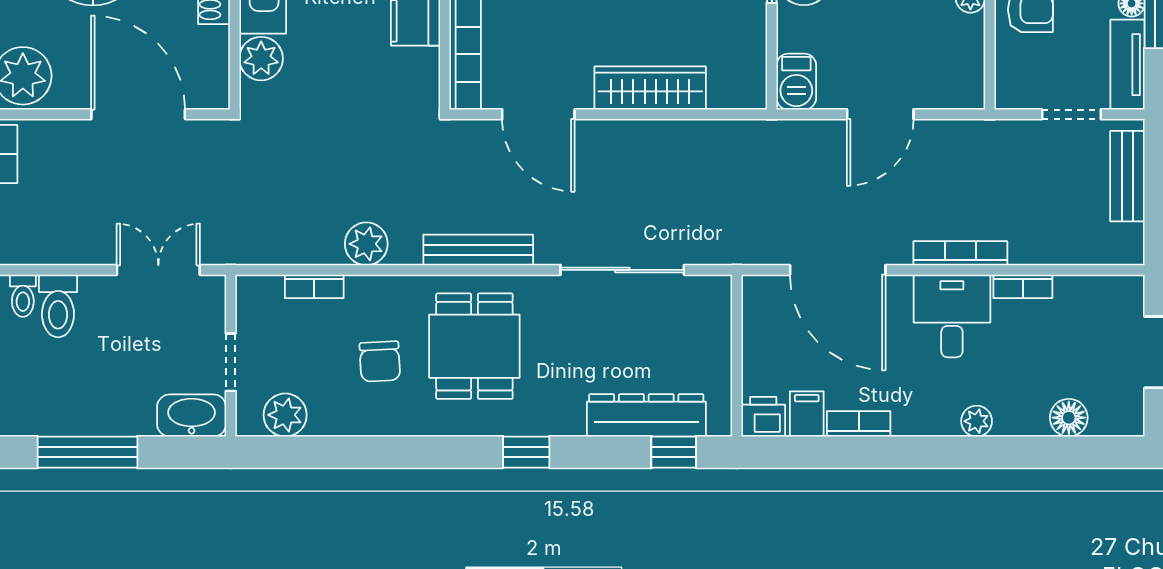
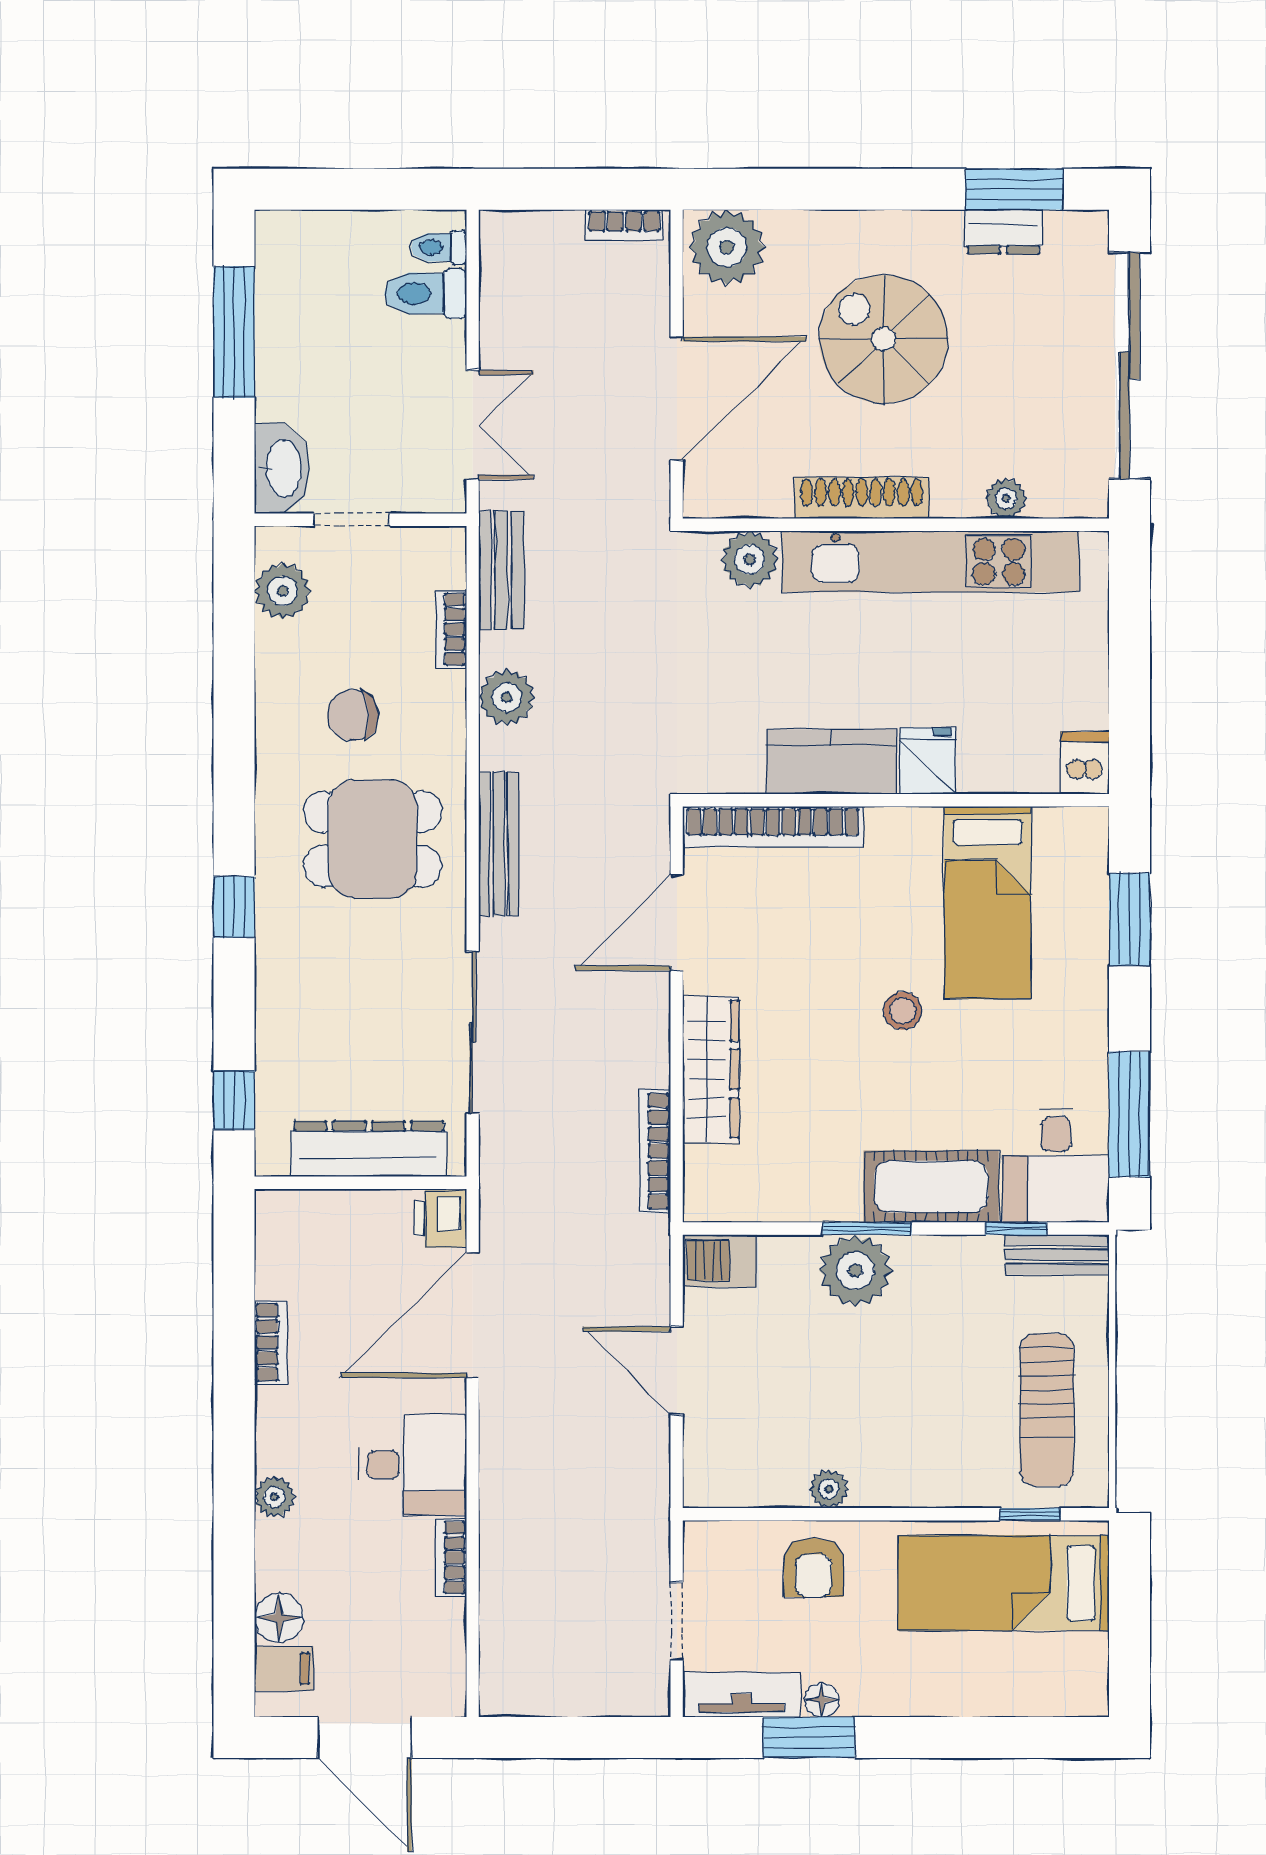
bench: (1127, 176) -> (501, 570), moved, turned 90
bookcase: (960, 253) -> (655, 1151), moved, turned 180
filing cabinet: (807, 414) -> (284, 1669), moved
dresser: (646, 415) -> (369, 1149), moved, turned -90
printer: (763, 417) -> (440, 1219), moved, turned 180

